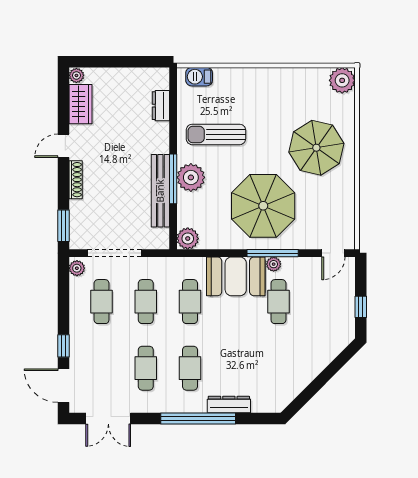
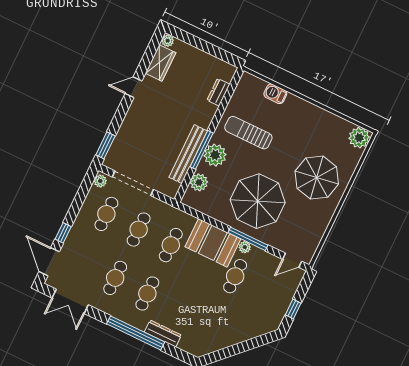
barbecue: (199, 77) -> (275, 94), moved
shoe rack: (76, 180) -> (130, 116), removed
plant: (188, 239) -> (199, 182), moved

